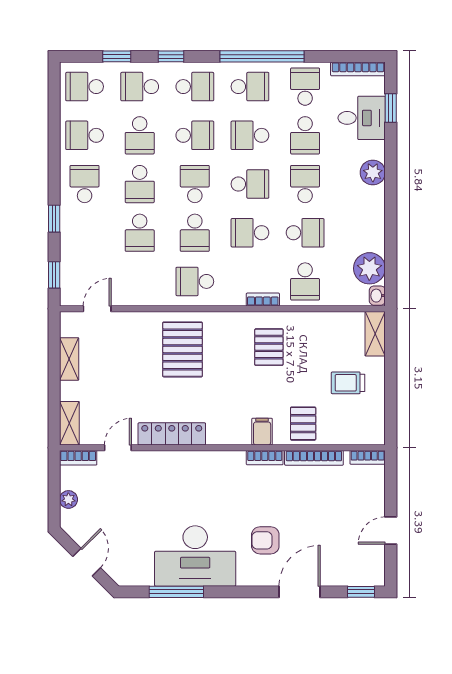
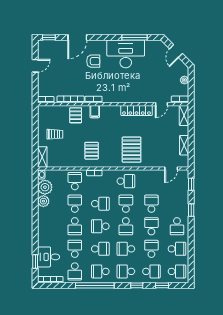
plant: (373, 173) -> (43, 201), moved
school desk: (305, 233) -> (75, 204), turned 90

